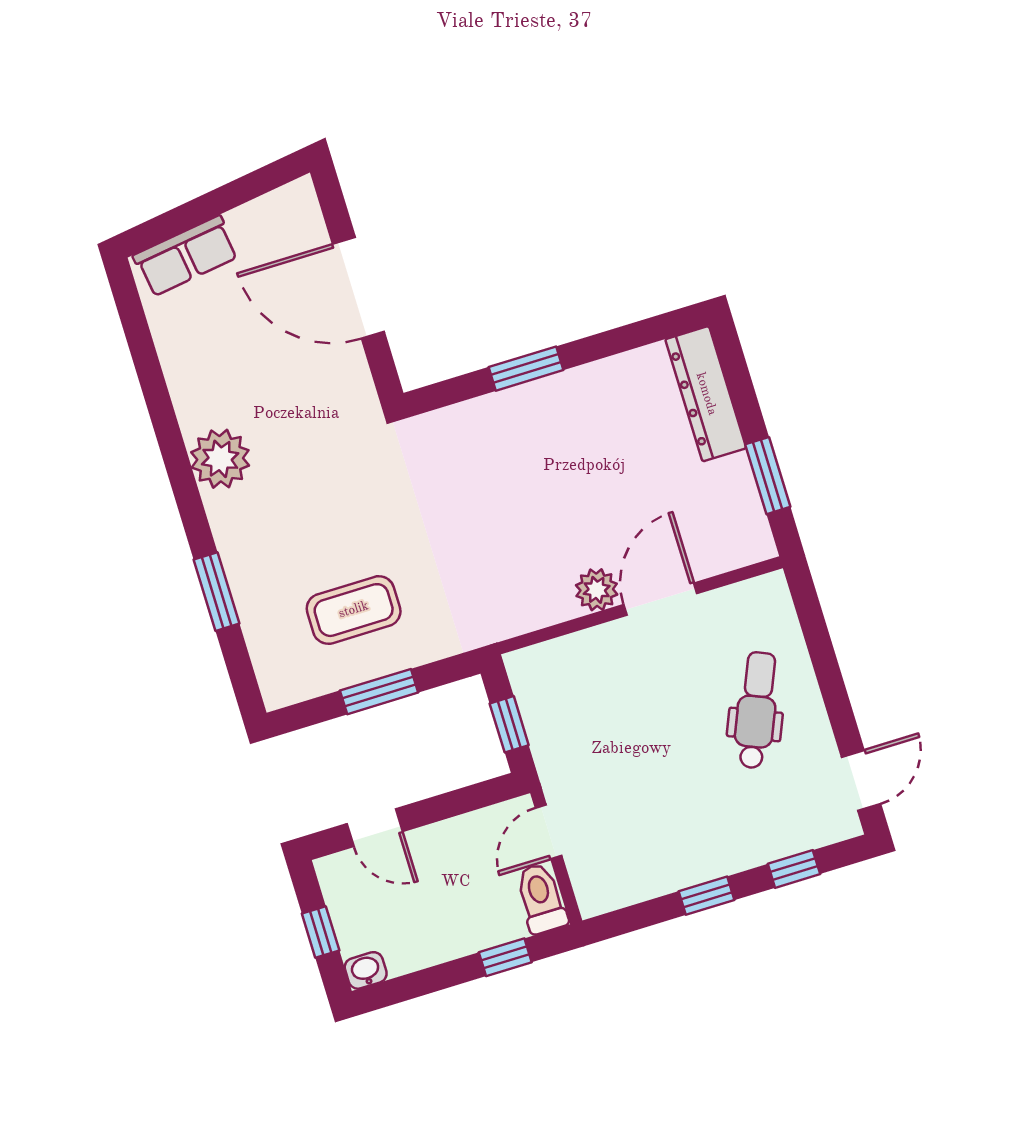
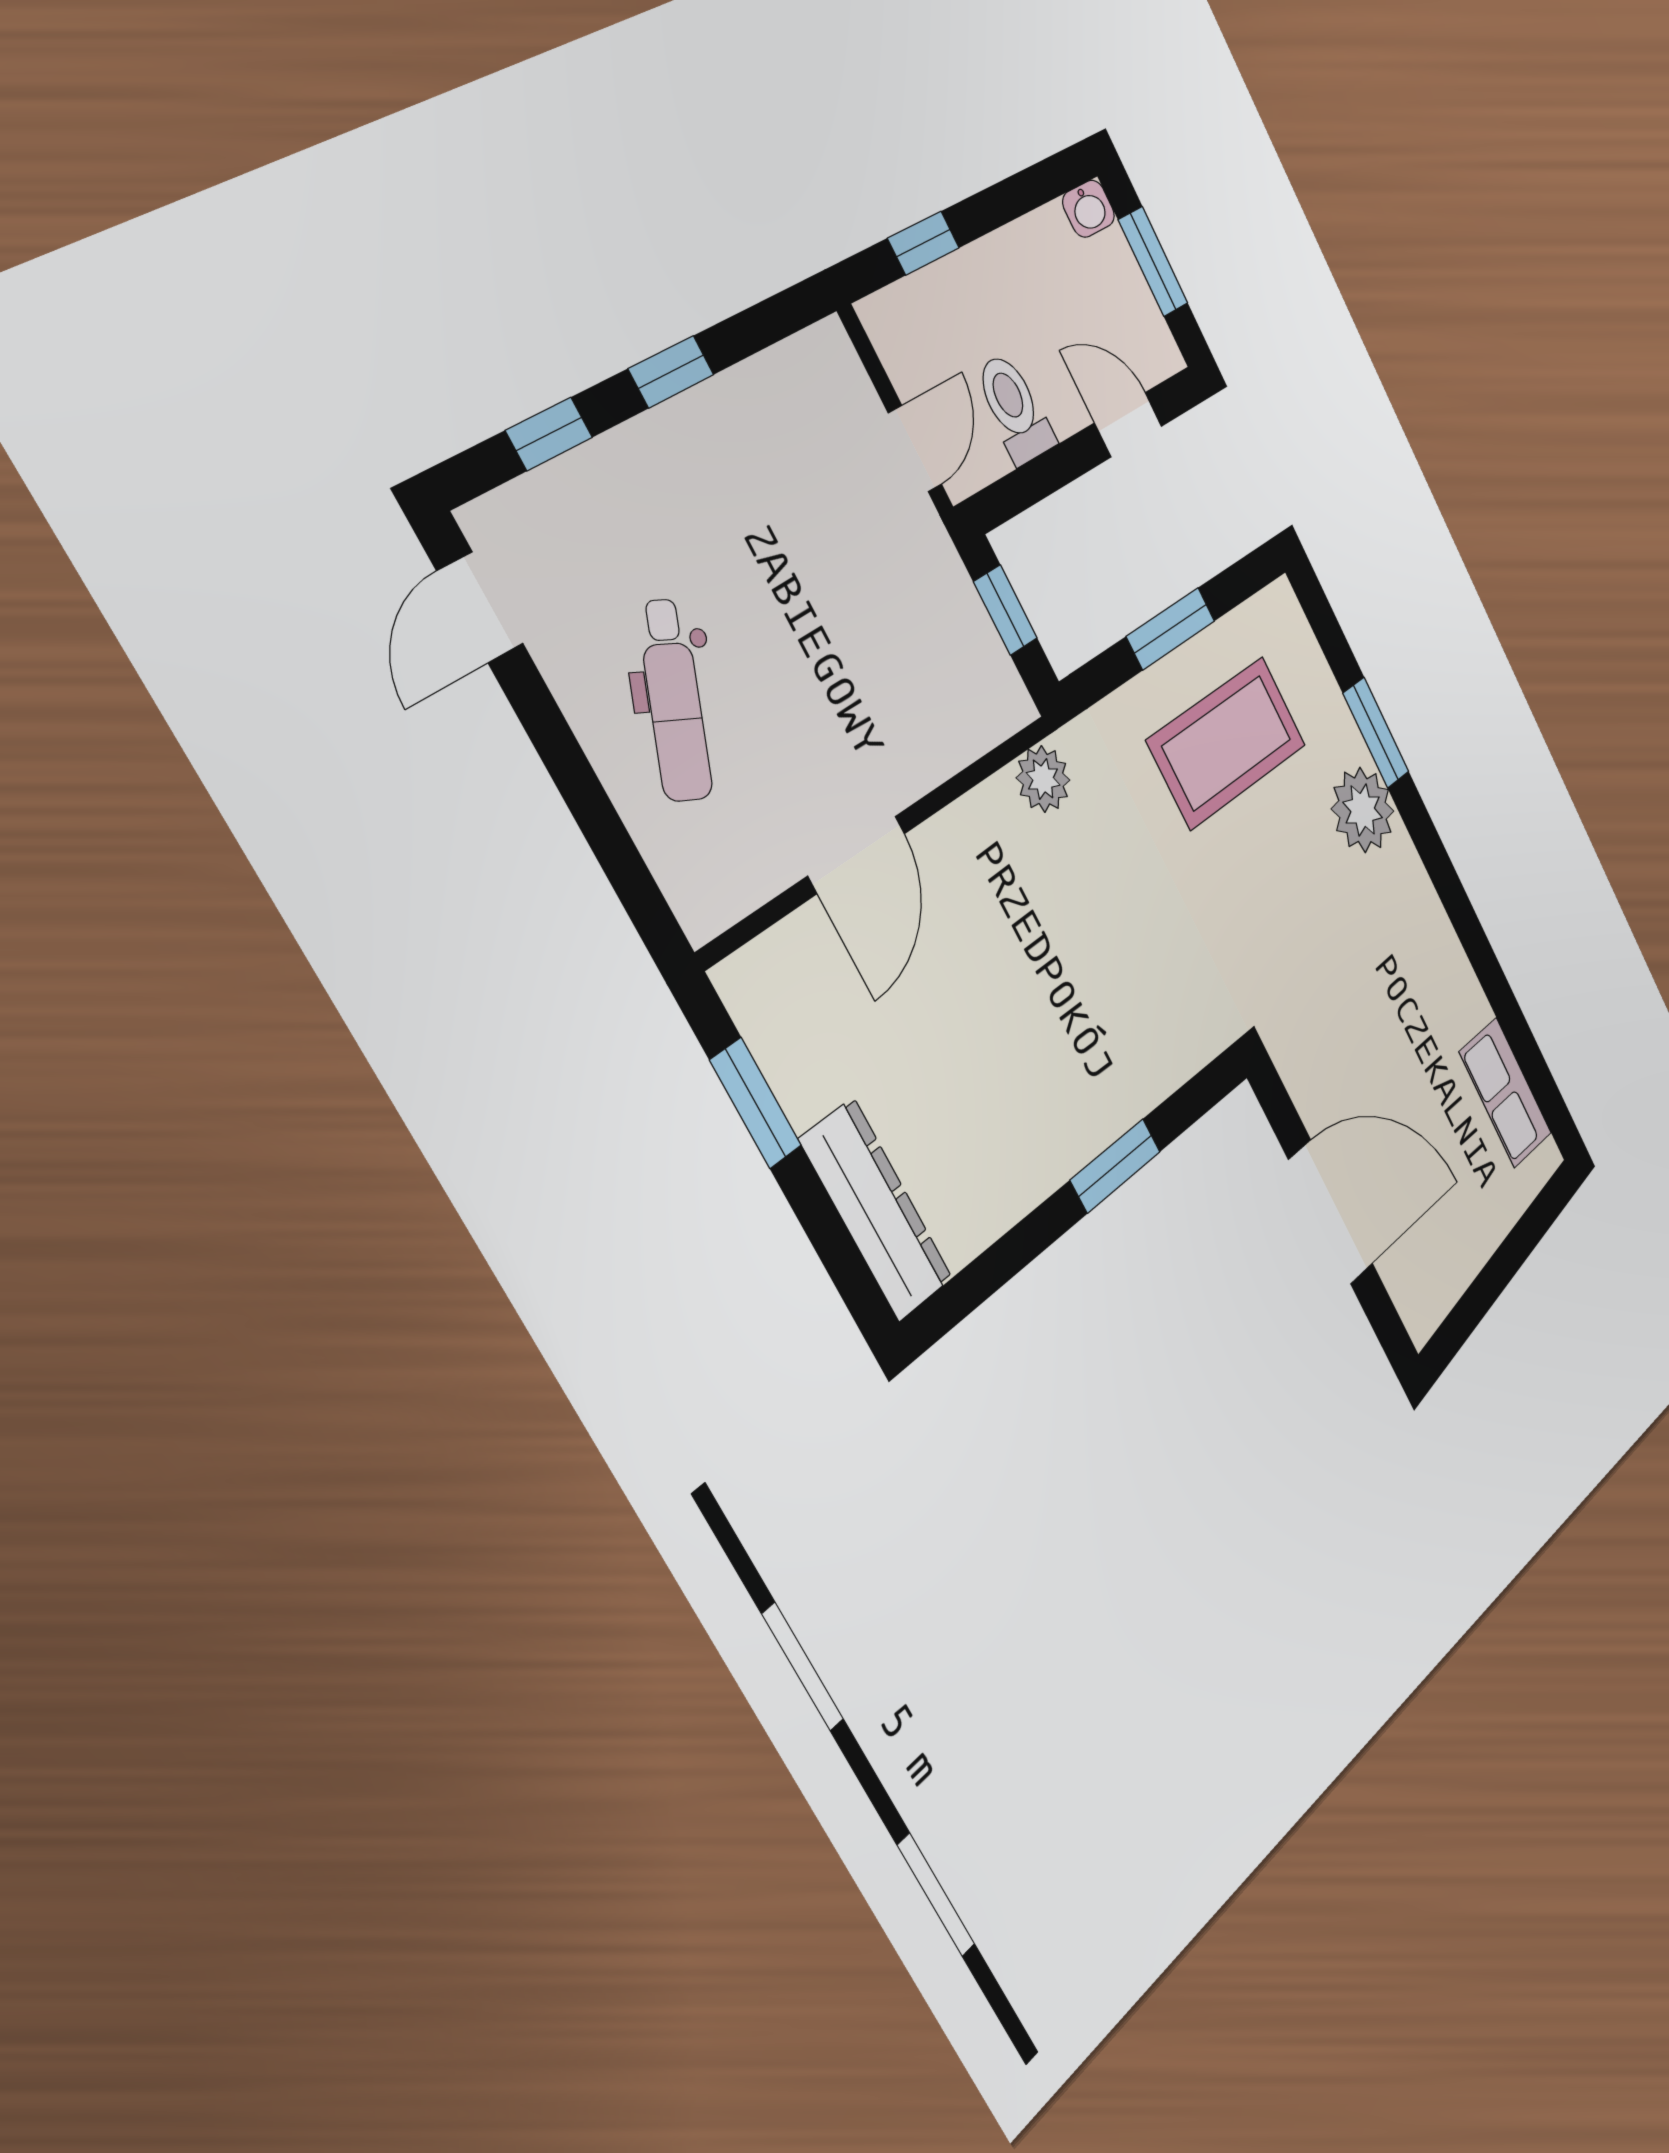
row of seats: (186, 256) -> (1505, 1093), moved, turned -82
plant: (220, 459) -> (1363, 810), moved
plant: (597, 590) -> (1043, 779), moved
coffee table: (354, 610) -> (1227, 743), width x1.36, depth x1.32
toilet: (541, 898) -> (1015, 408), moved, turned 180
window: (321, 932) -> (1153, 262), width x1.50

